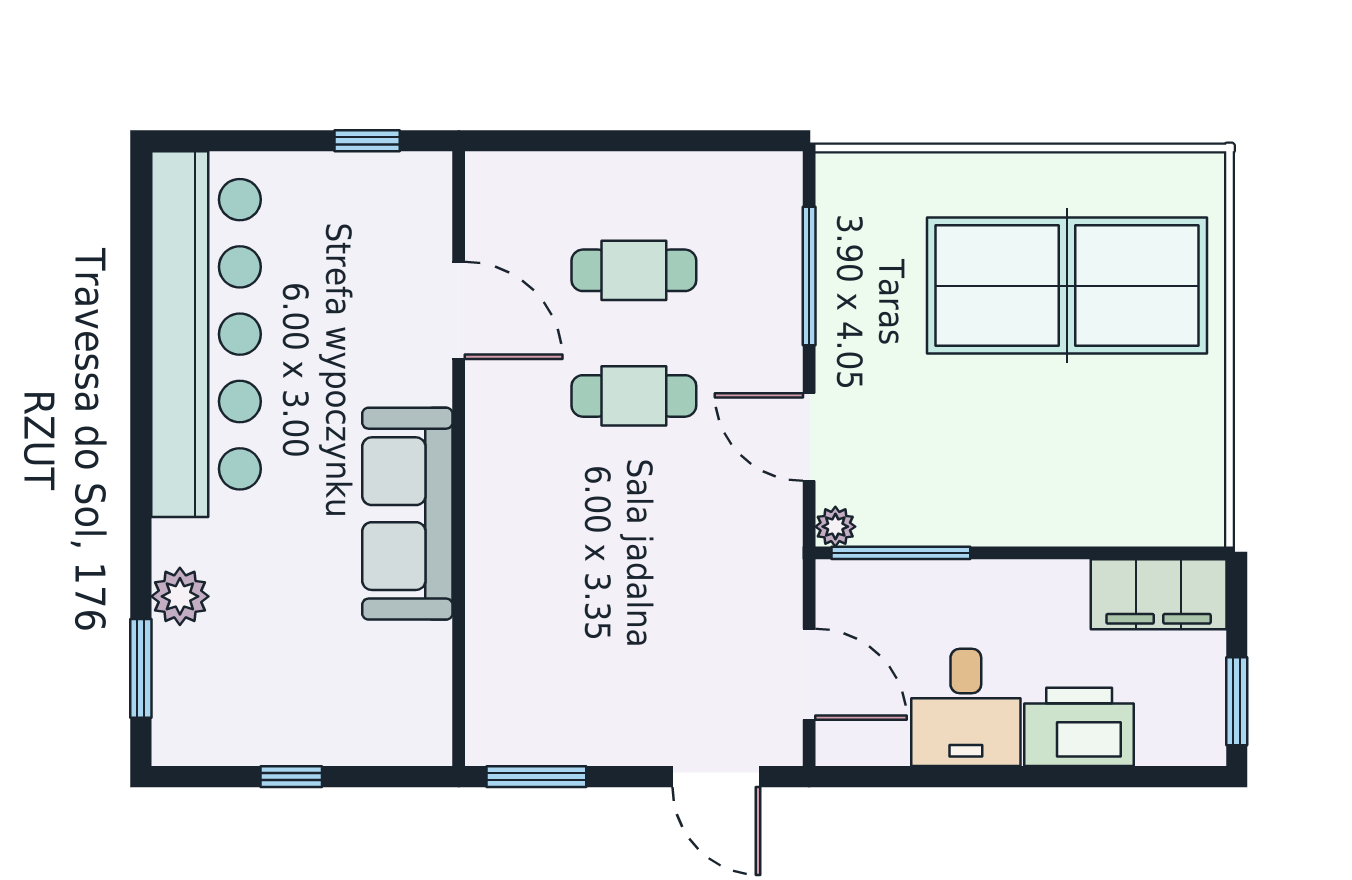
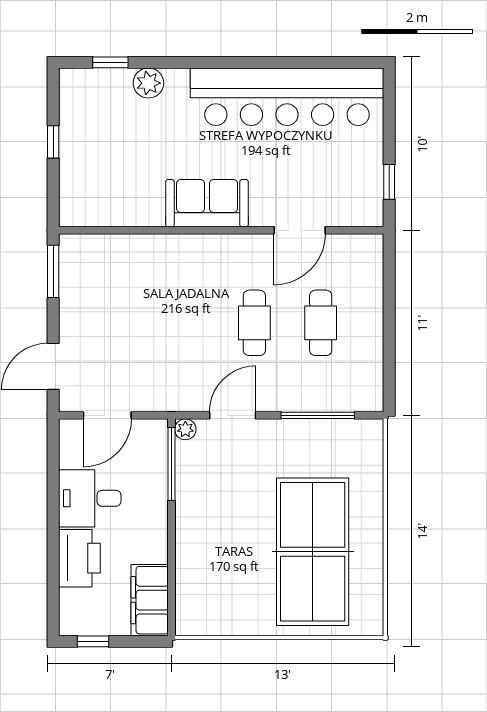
sofa: (407, 514) -> (207, 203), width x0.73
window: (141, 668) -> (110, 62), width x0.67
window: (1237, 701) -> (93, 641), width x0.67

